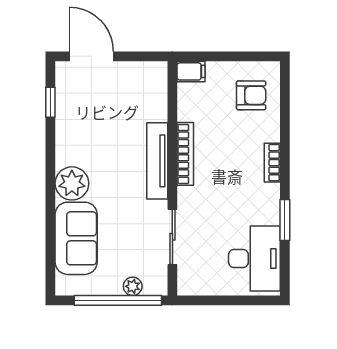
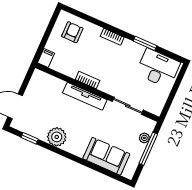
bookcase: (185, 154) -> (88, 80), width x0.64
plant: (72, 183) -> (57, 137), moved
window: (118, 300) -> (148, 149), width x0.68

